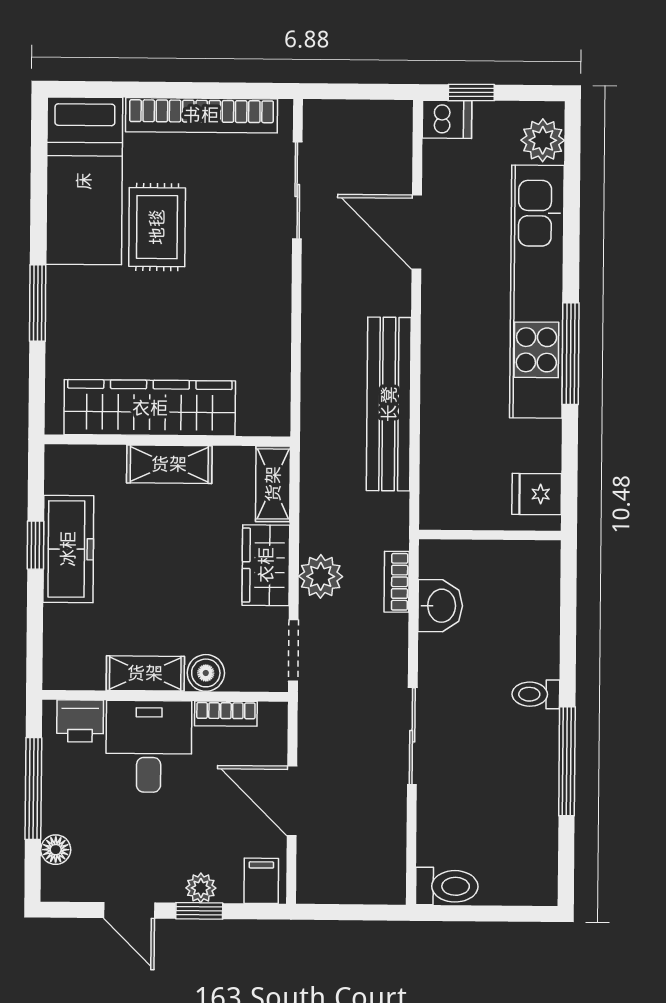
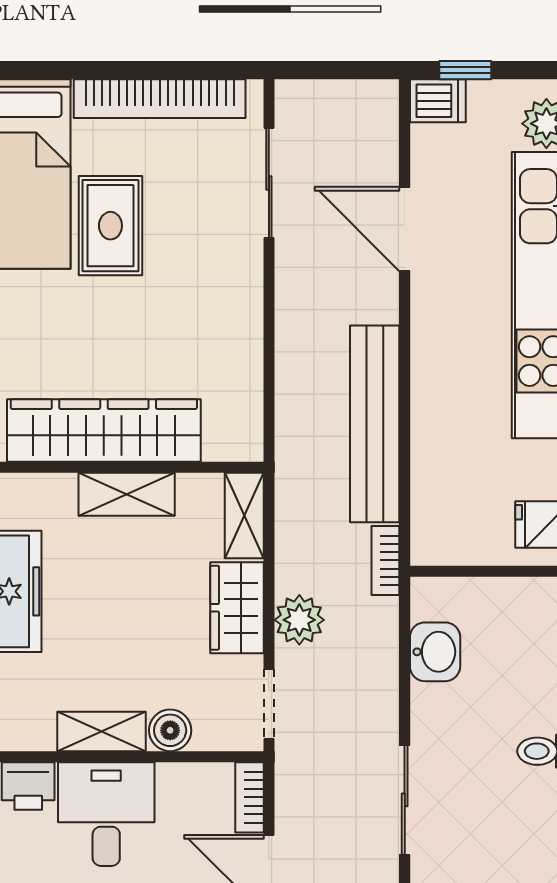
bookcase: (397, 582) -> (385, 560), moved
bookcase: (226, 714) -> (249, 797), moved, turned 90

